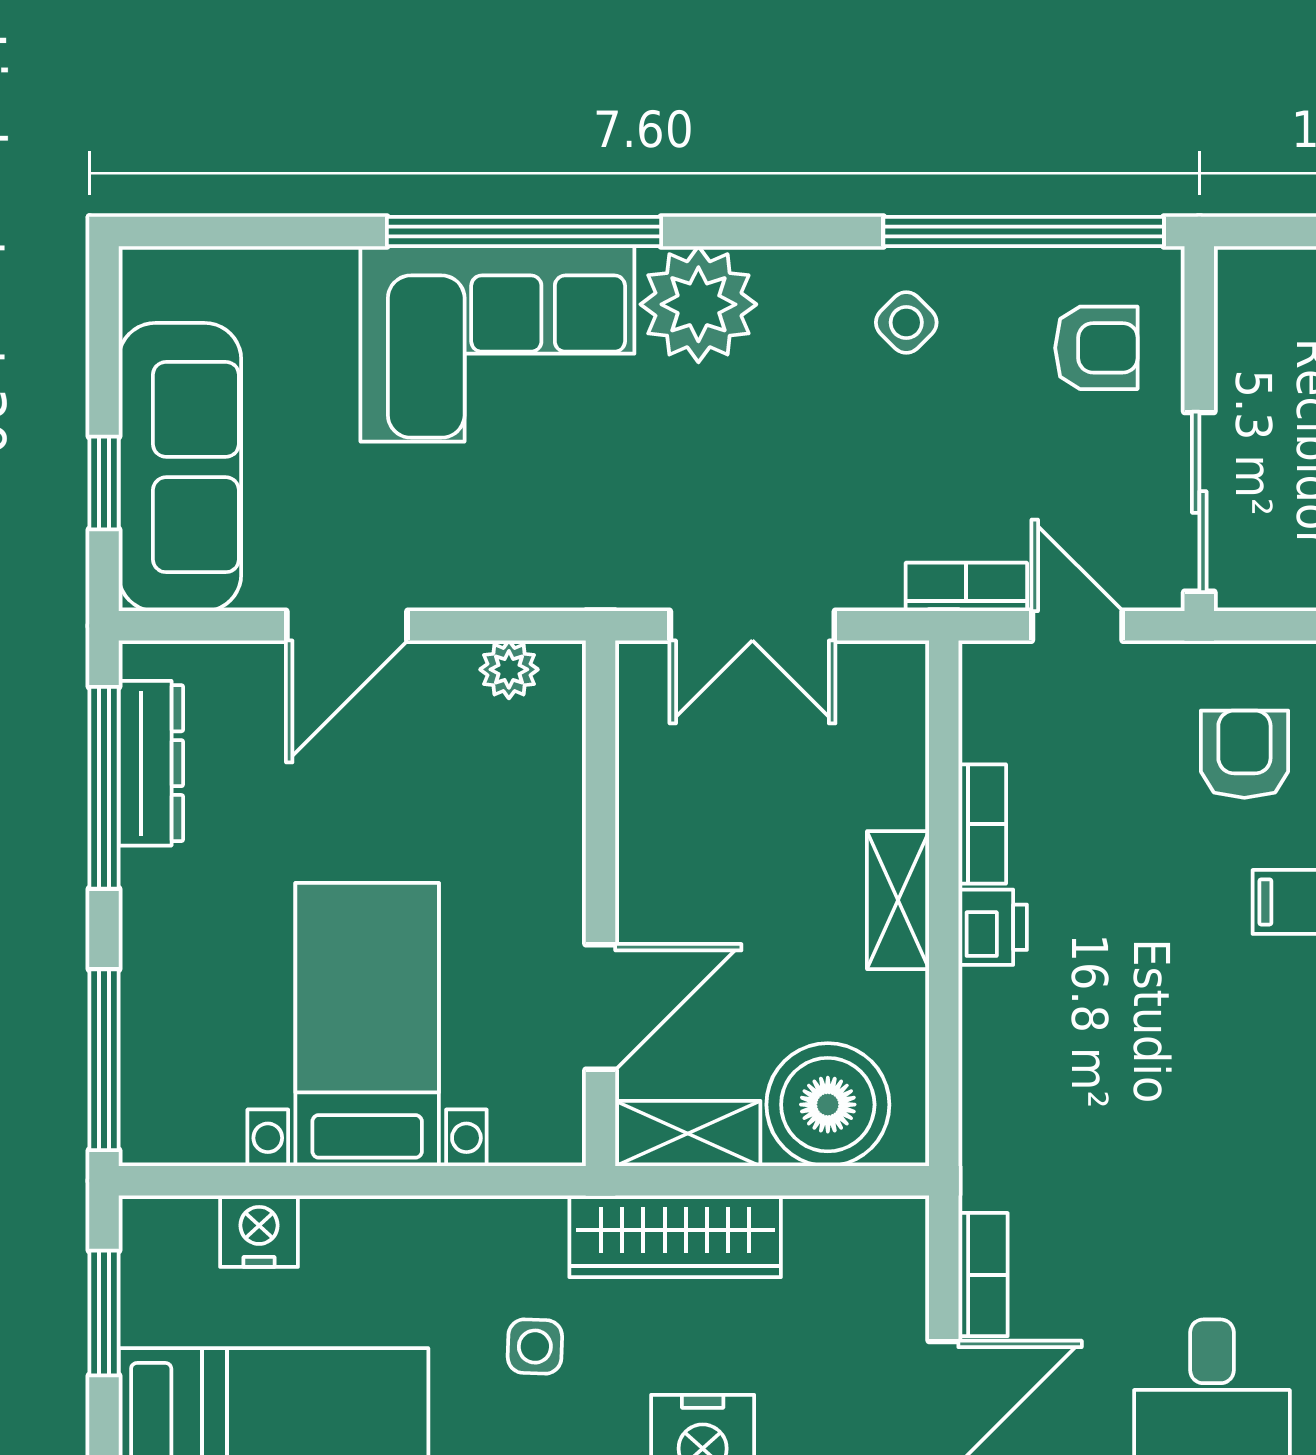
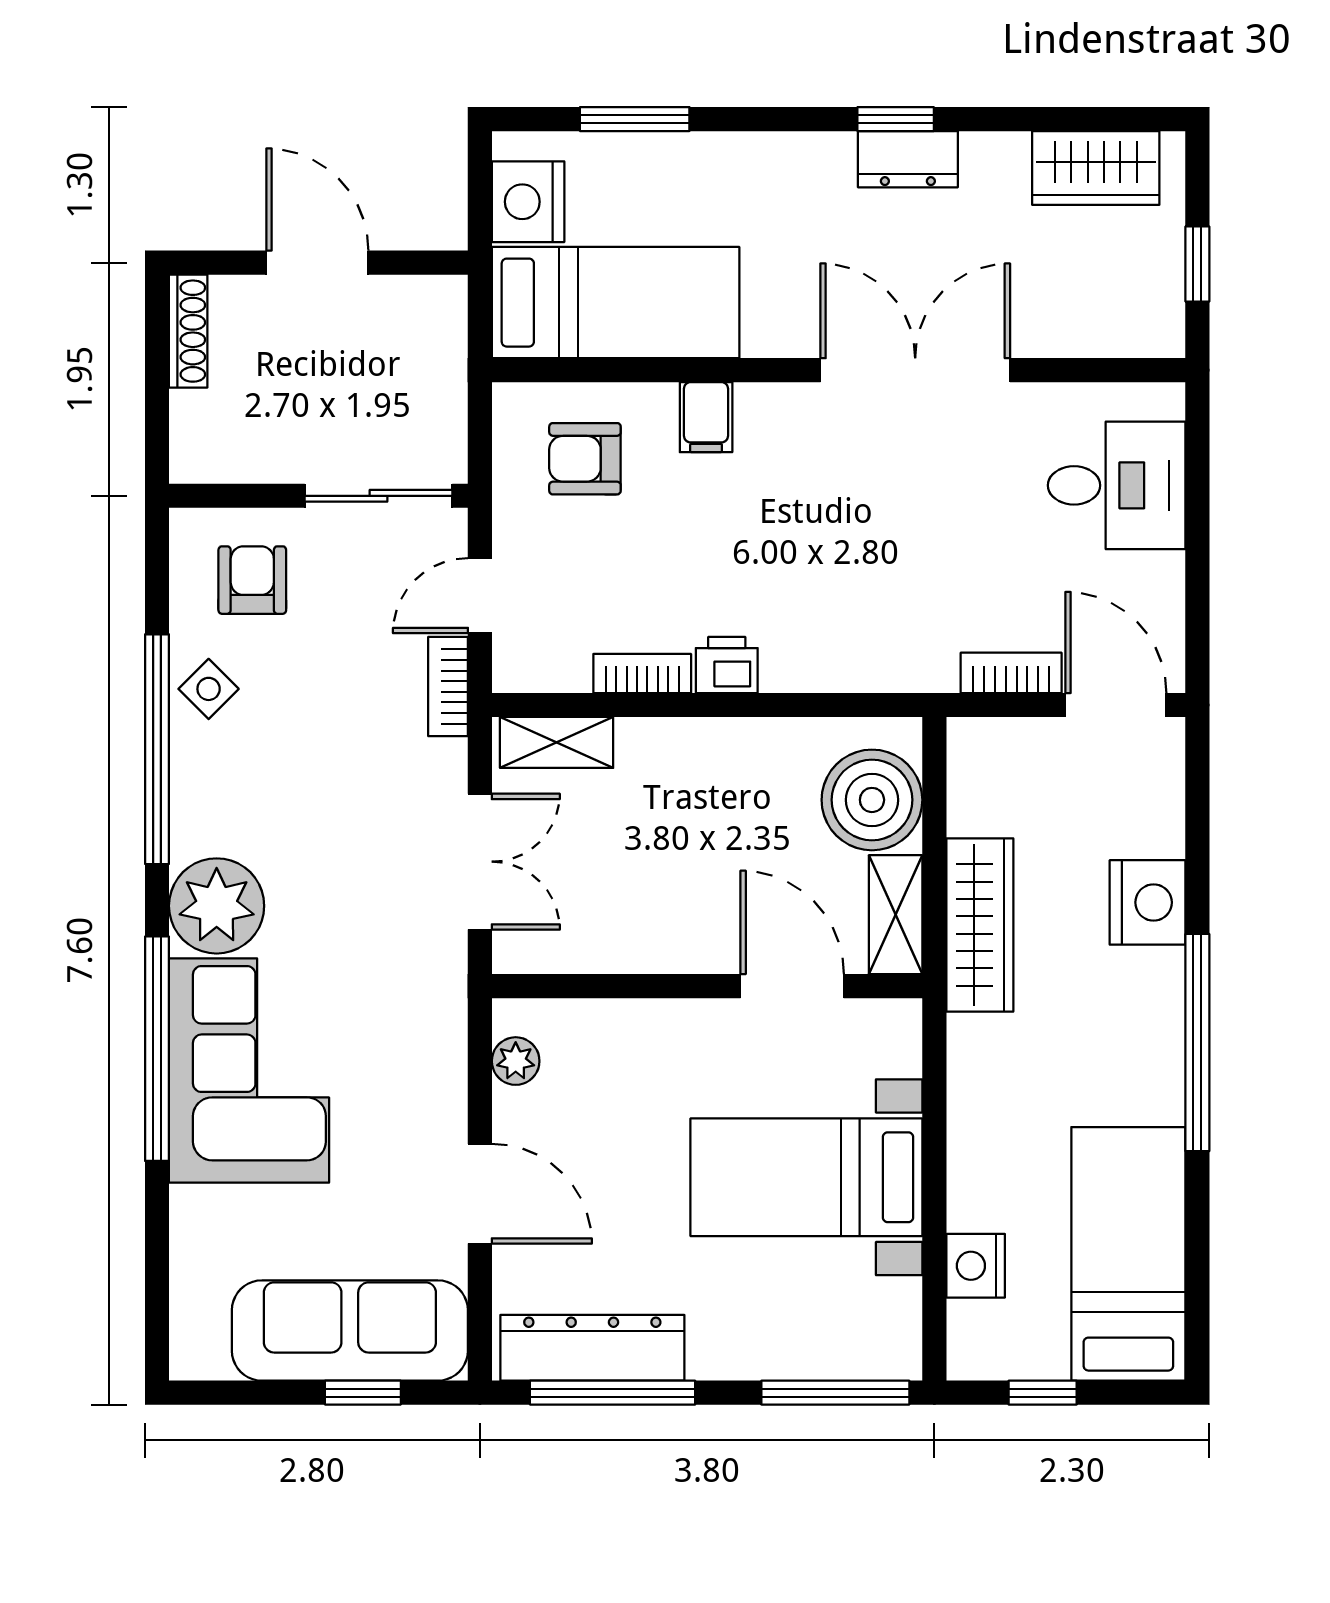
window: (1024, 232) -> (157, 749), moved
side table: (906, 322) -> (209, 689), moved
dresser: (151, 763) -> (592, 1348), width x1.37, depth x1.24
shelving: (898, 900) -> (557, 742), moved
window: (104, 1313) -> (1043, 1393), width x0.67
side table: (535, 1347) -> (1070, 1040), removed

